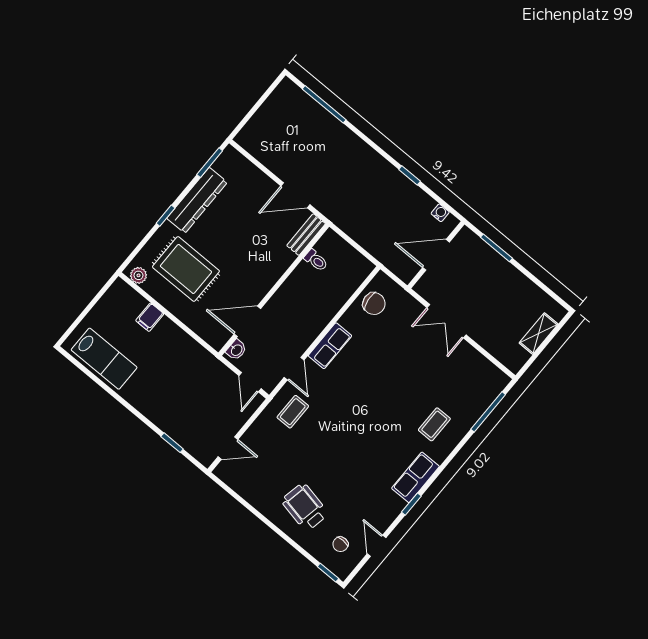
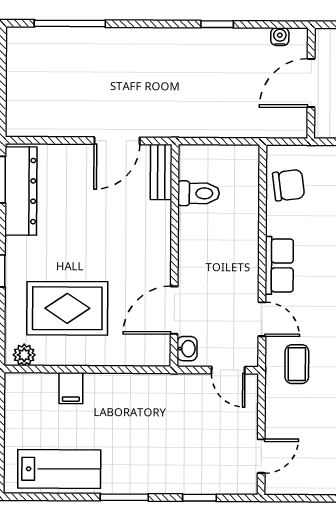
dresser: (197, 200) -> (21, 191), moved
toilet: (316, 260) -> (199, 193), width x1.37, depth x1.39
window: (128, 406) -> (124, 497), added

